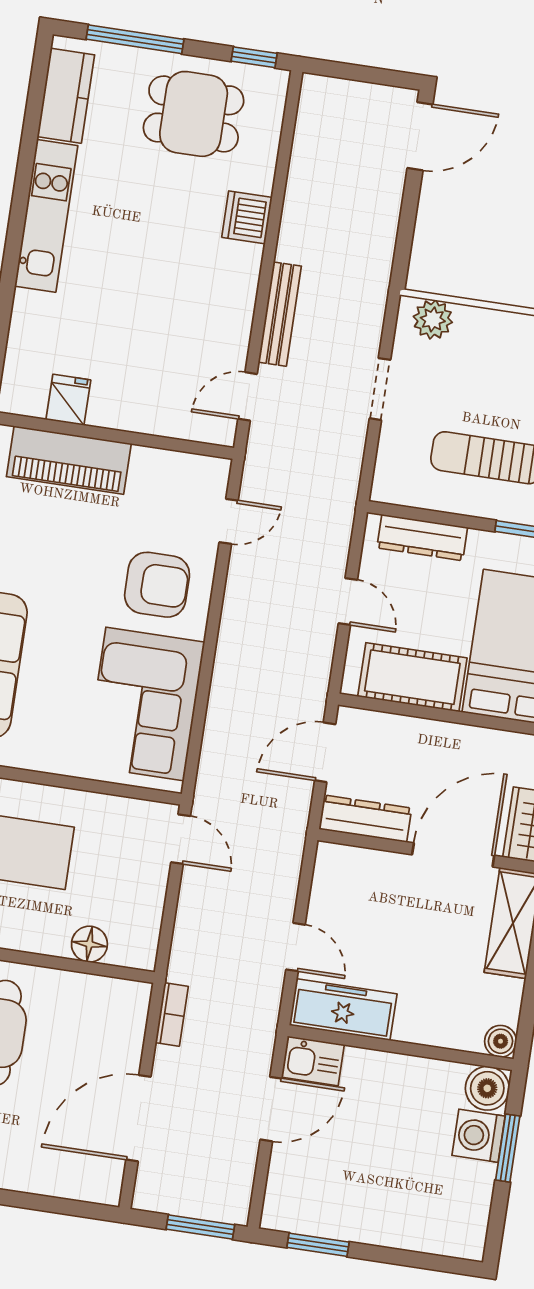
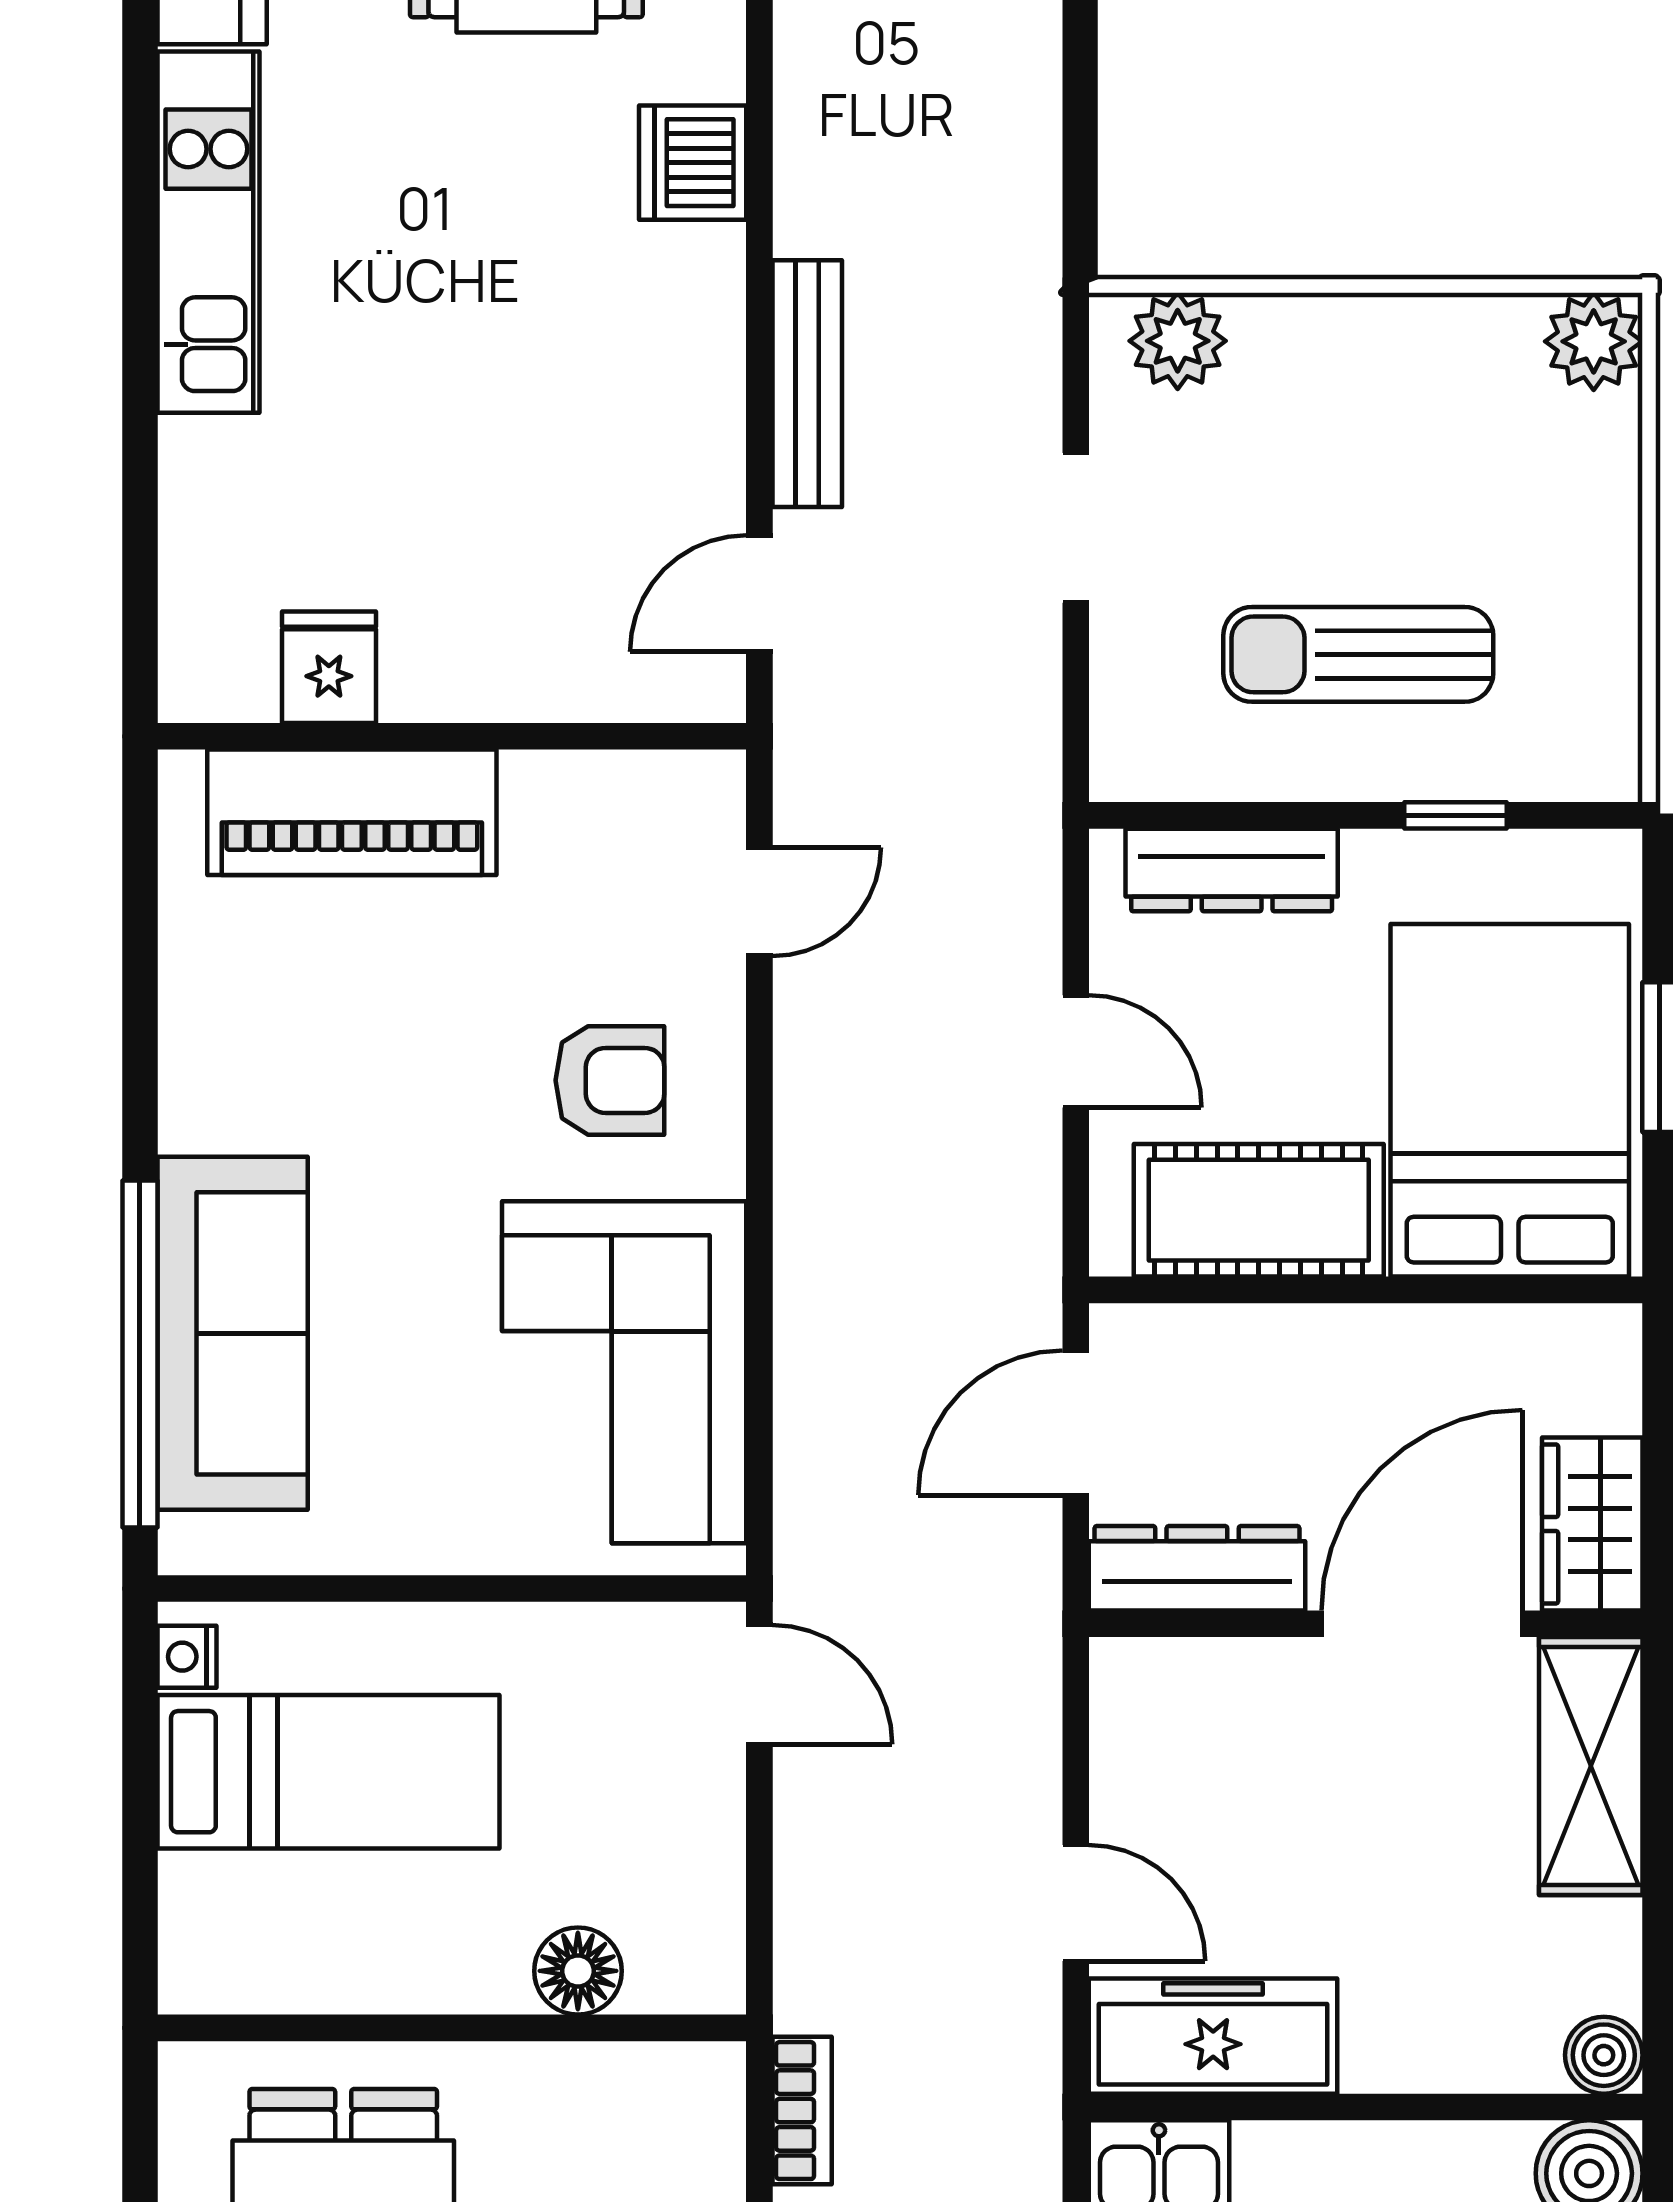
armchair: (157, 585) -> (610, 1080), width x0.72, depth x0.72

